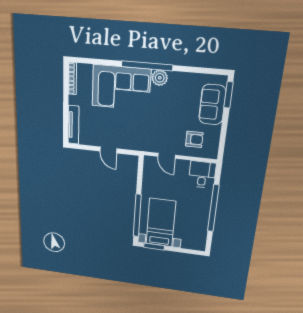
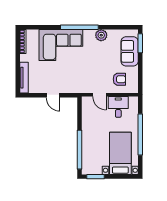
plant: (160, 78) -> (101, 35), moved
desk: (202, 175) -> (118, 107), moved
bed with nightstands: (161, 223) -> (120, 153), moved

